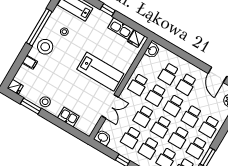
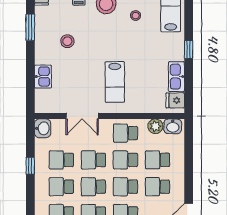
plant: (145, 62) -> (155, 126), added
lab bench: (100, 72) -> (115, 82), width x0.73, depth x0.72
stool: (45, 102) -> (67, 41), moved

